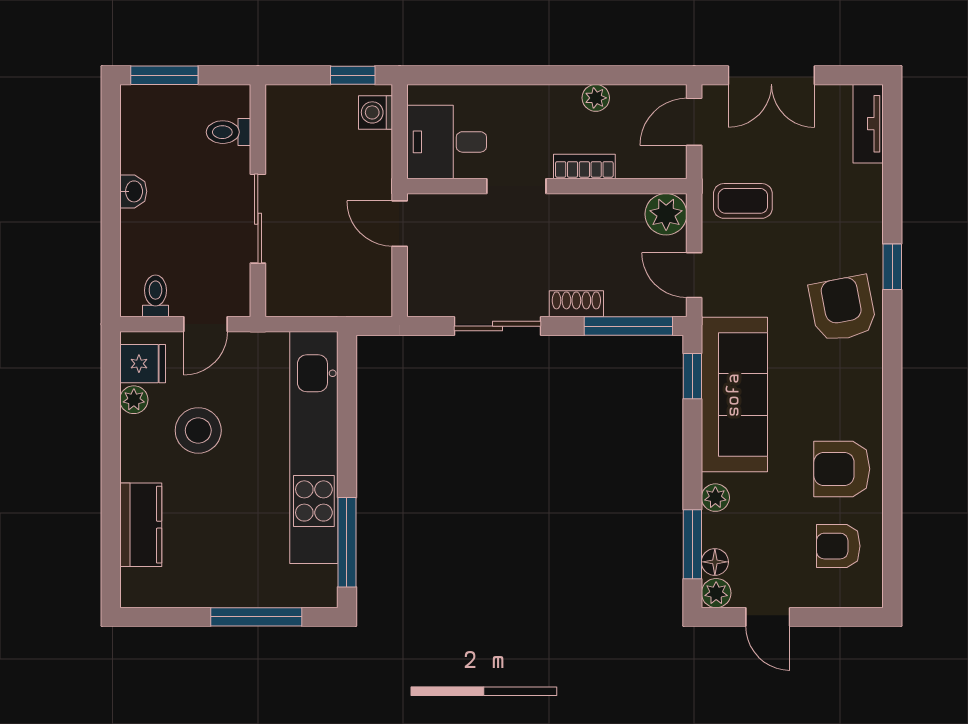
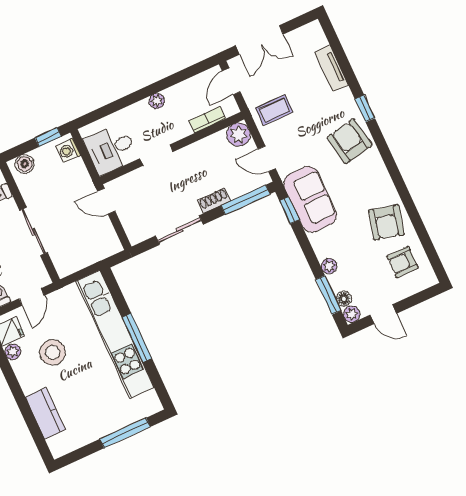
plant: (596, 98) -> (157, 101), moved
boiler: (294, 101) -> (25, 164), added
tv unit: (868, 124) -> (332, 68), moved
bookcase: (584, 166) -> (207, 120), moved
sofa: (734, 395) -> (310, 199), width x0.73
armchair: (842, 469) -> (386, 222), turned -76
window: (347, 542) -> (137, 338), moved

